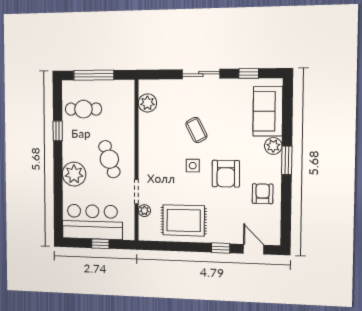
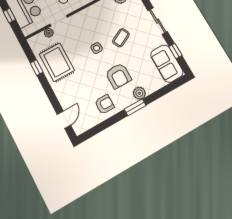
sofa: (268, 111) -> (167, 64), moved, turned -90
armchair: (226, 174) -> (118, 76), moved, turned -90
window: (221, 248) -> (37, 68), moved

